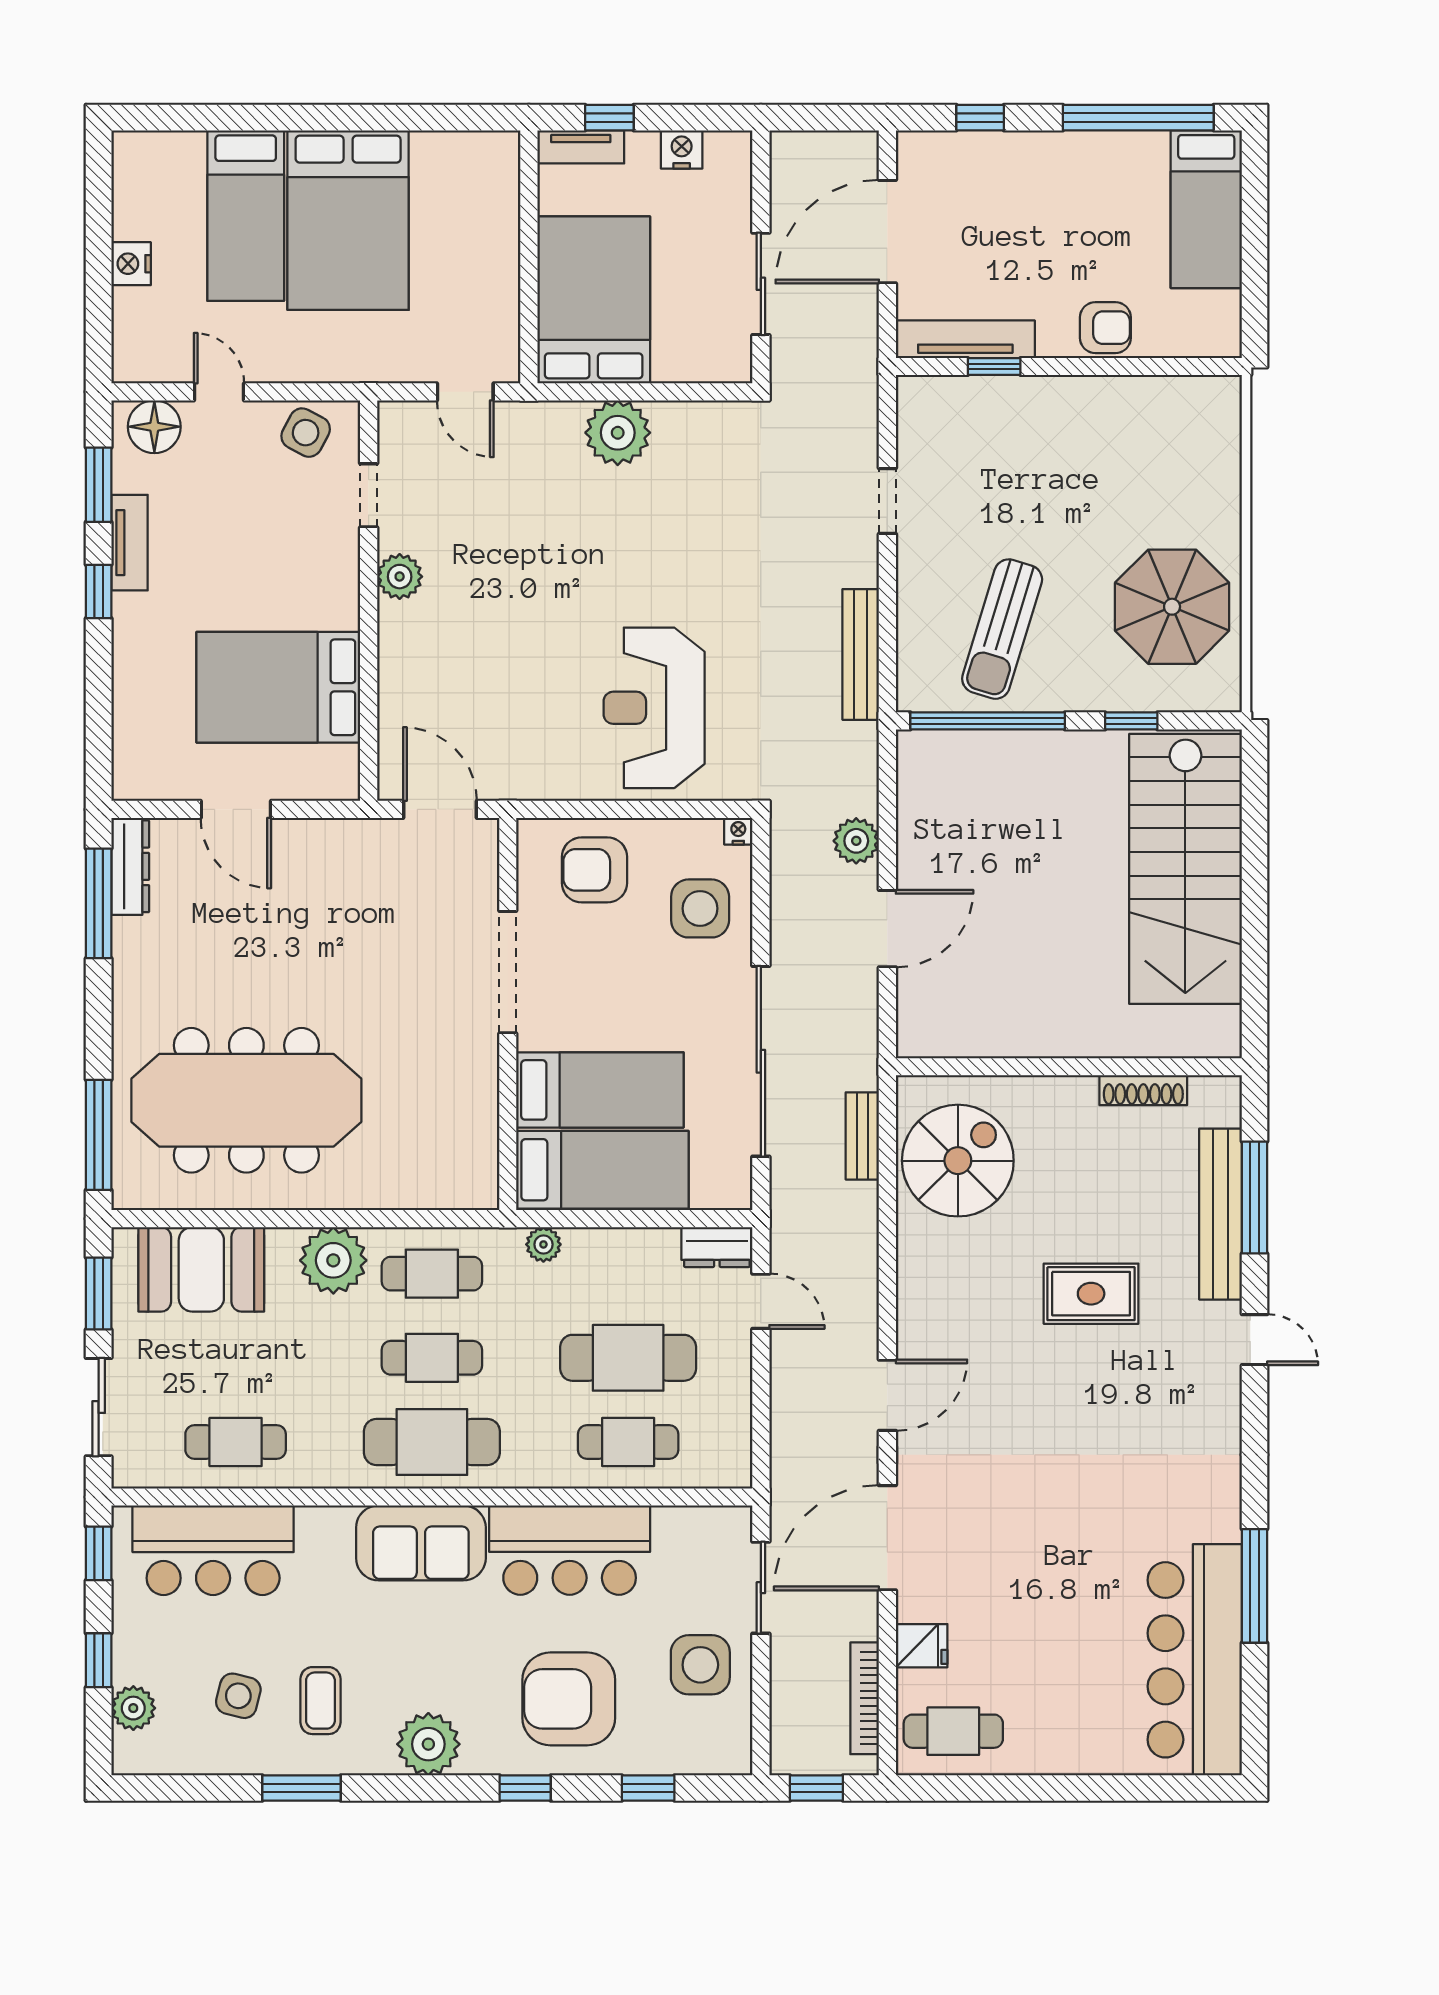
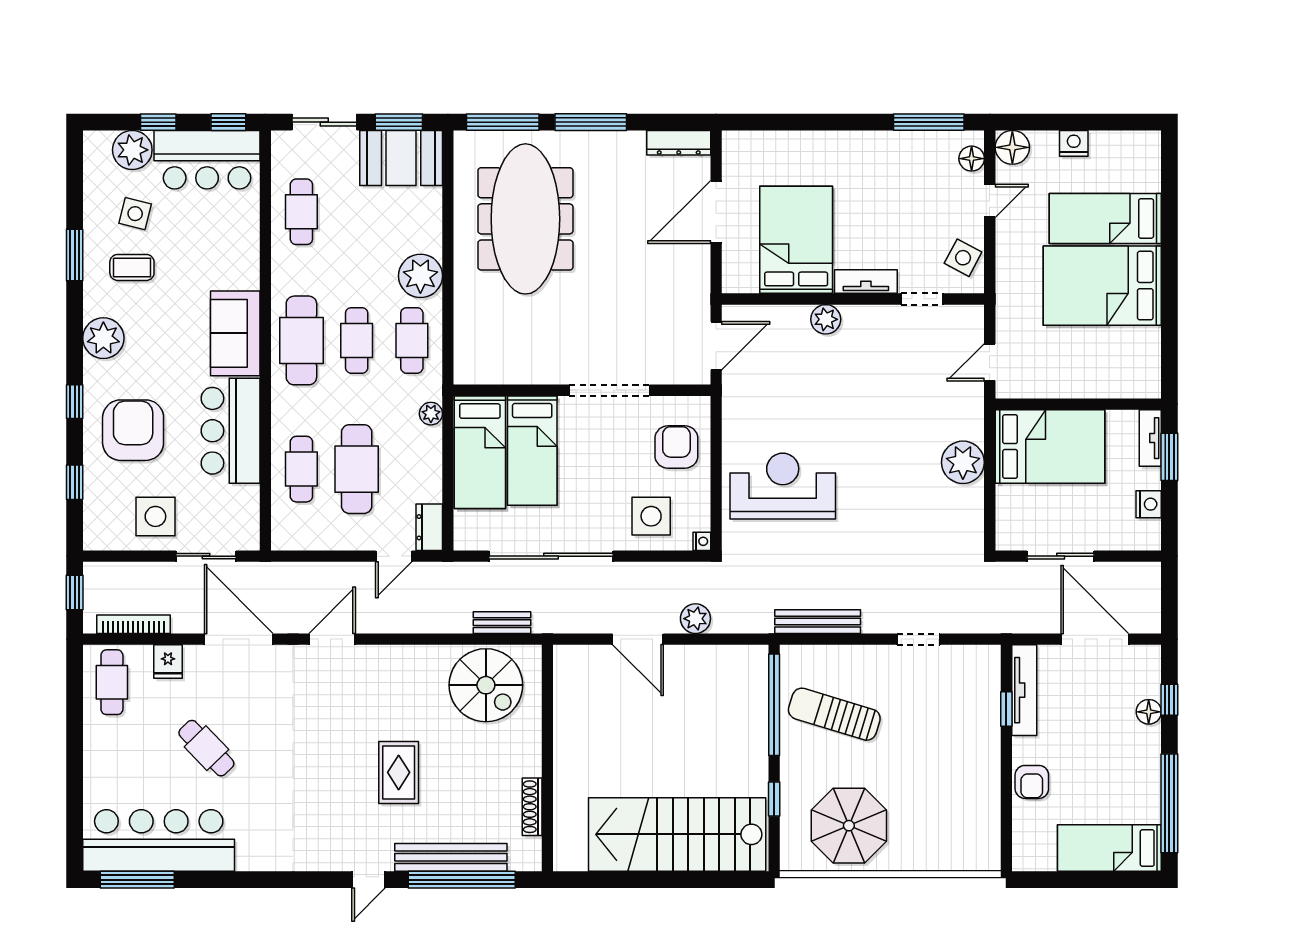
window: (609, 118) -> (1169, 457), width x1.50
floor lamp: (998, 149) -> (1149, 712), added
floor lamp: (137, 357) -> (1012, 147), added
floor lamp: (154, 427) -> (972, 159), width x0.73, depth x0.73
window: (99, 485) -> (929, 122), width x1.44
tv unit: (130, 543) -> (866, 282), moved, turned 180
plant: (400, 577) -> (826, 319), moved
window: (99, 591) -> (859, 122), removed
door: (236, 809) -> (716, 212), width x1.36
window: (99, 903) -> (591, 122), moved
window: (1254, 1197) -> (462, 880), width x1.46
booth: (201, 1269) -> (401, 158), moved, turned 90
door: (887, 1395) -> (332, 639), swing flipped
bar counter: (213, 1550) -> (207, 160), moved, turned -90
window: (1254, 1586) -> (137, 880), moved
cafe table: (1054, 1587) -> (206, 748), added
plant: (133, 1708) -> (132, 150), width x1.36, depth x1.36

